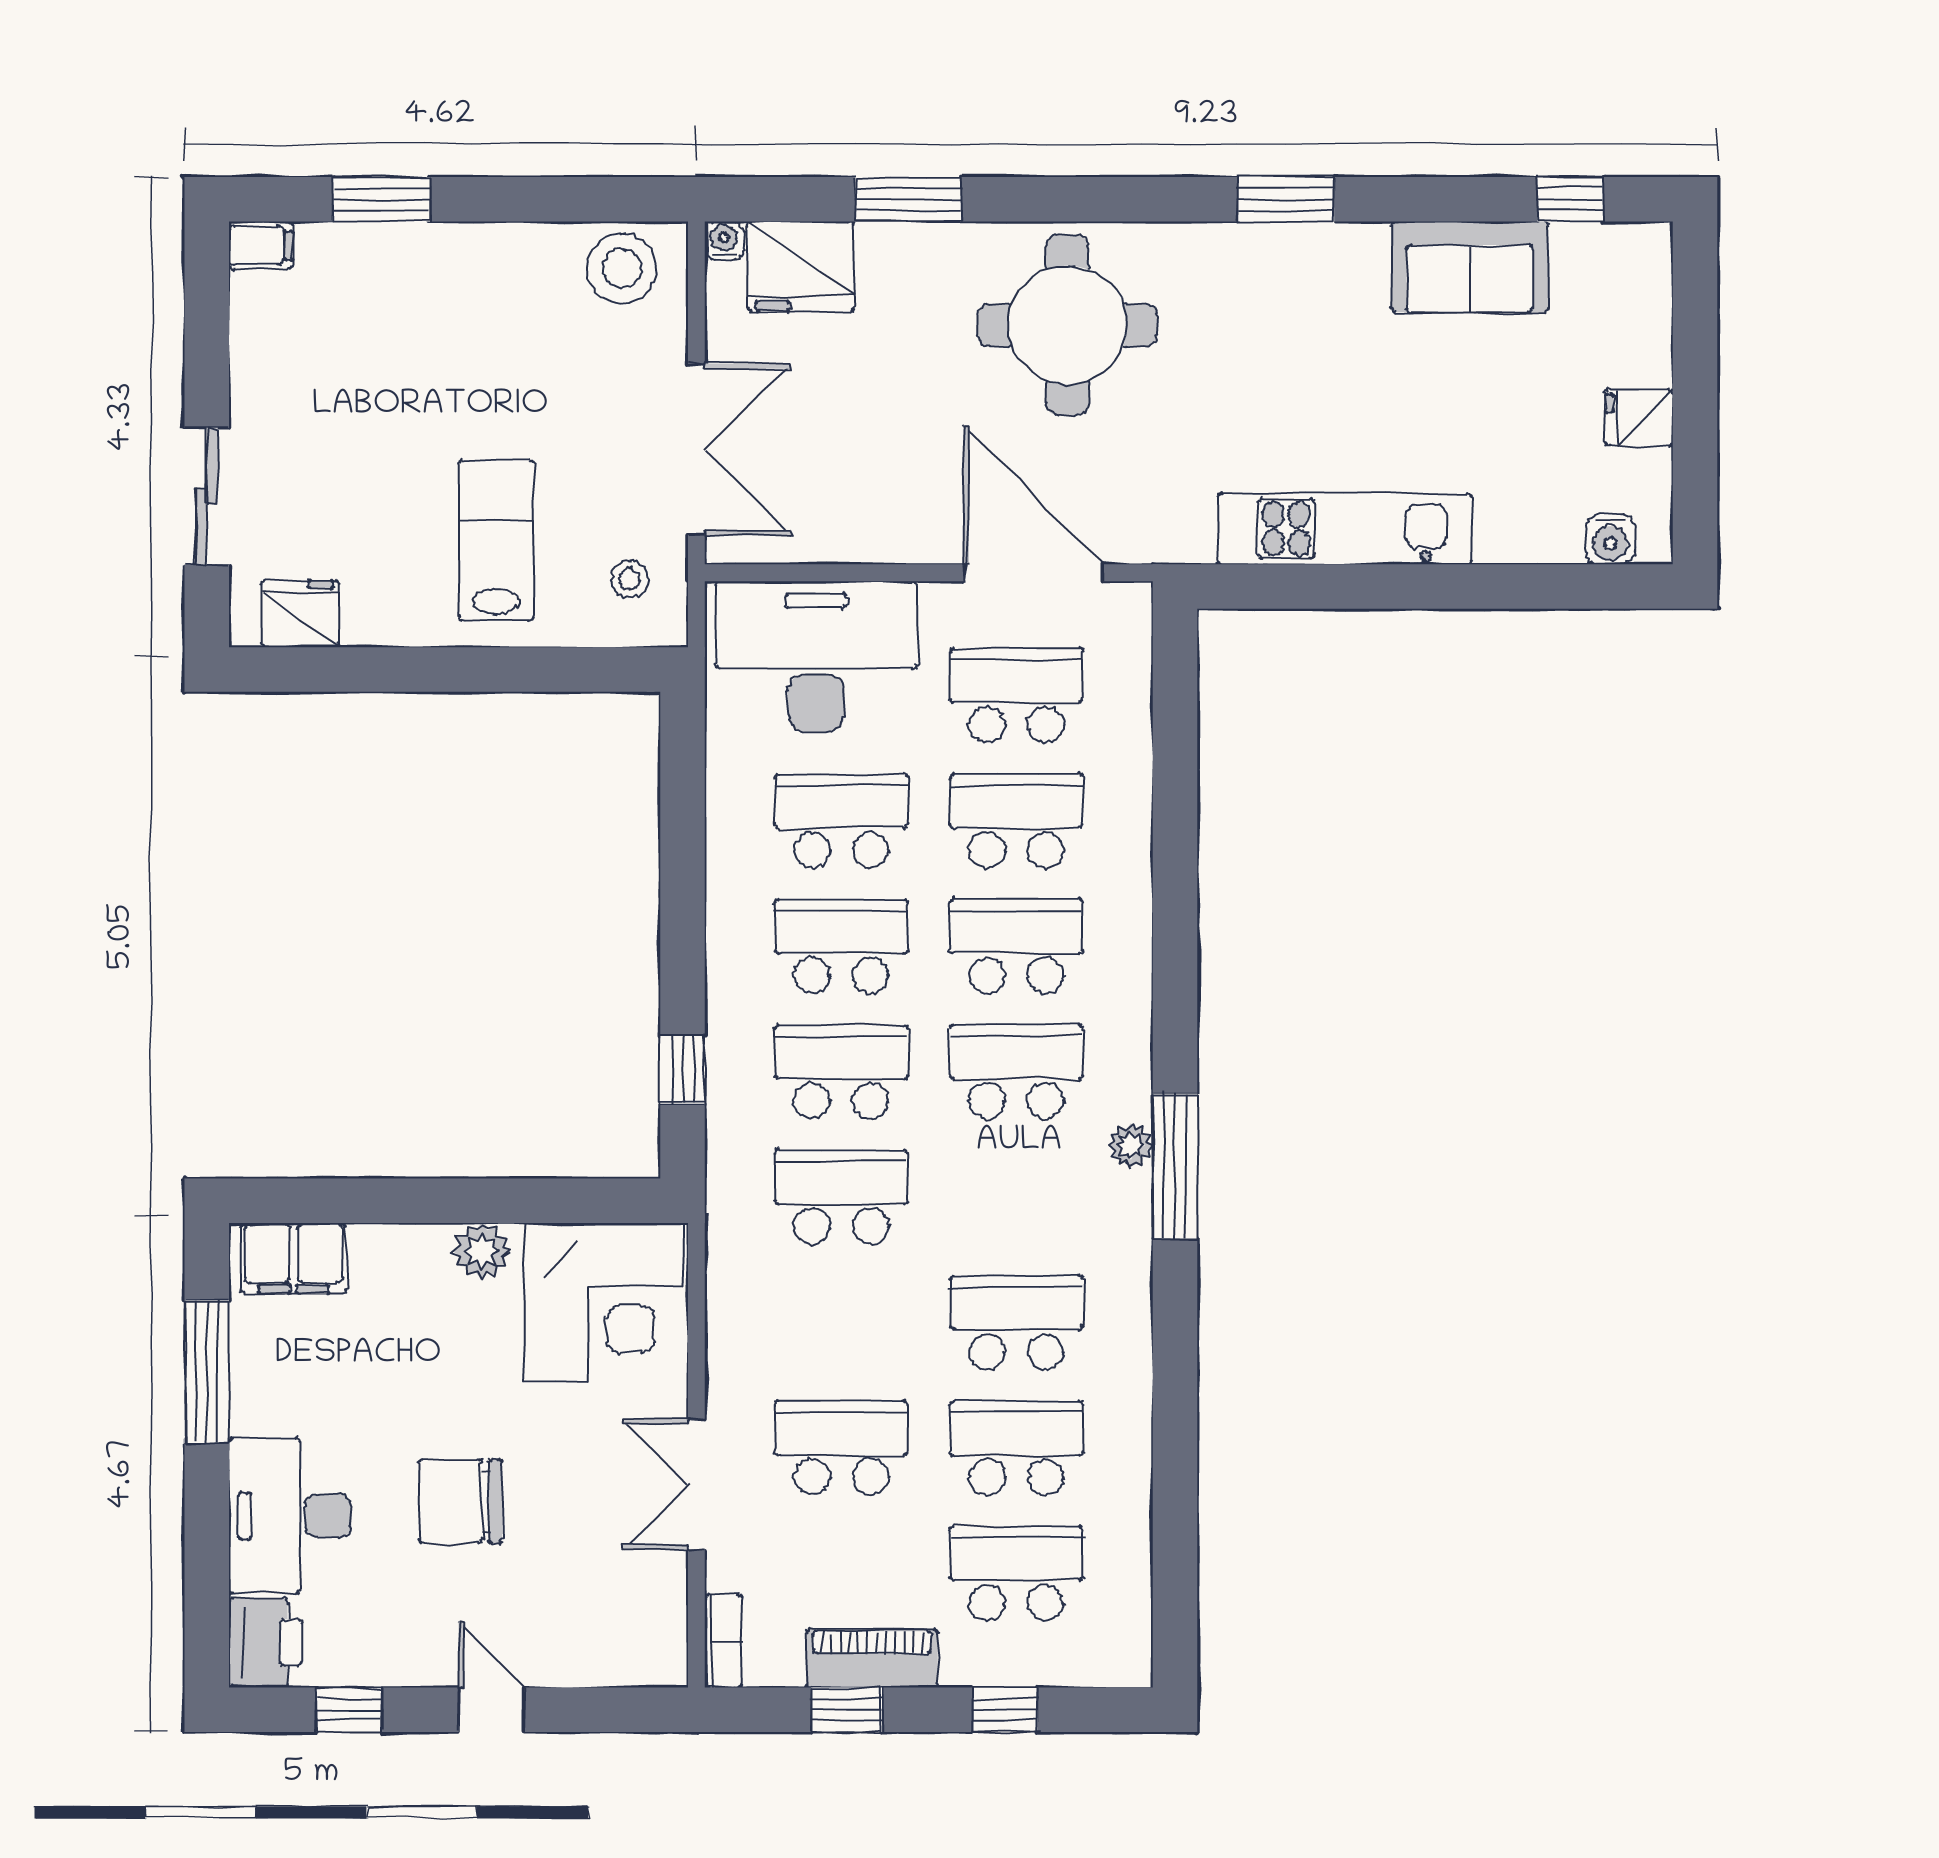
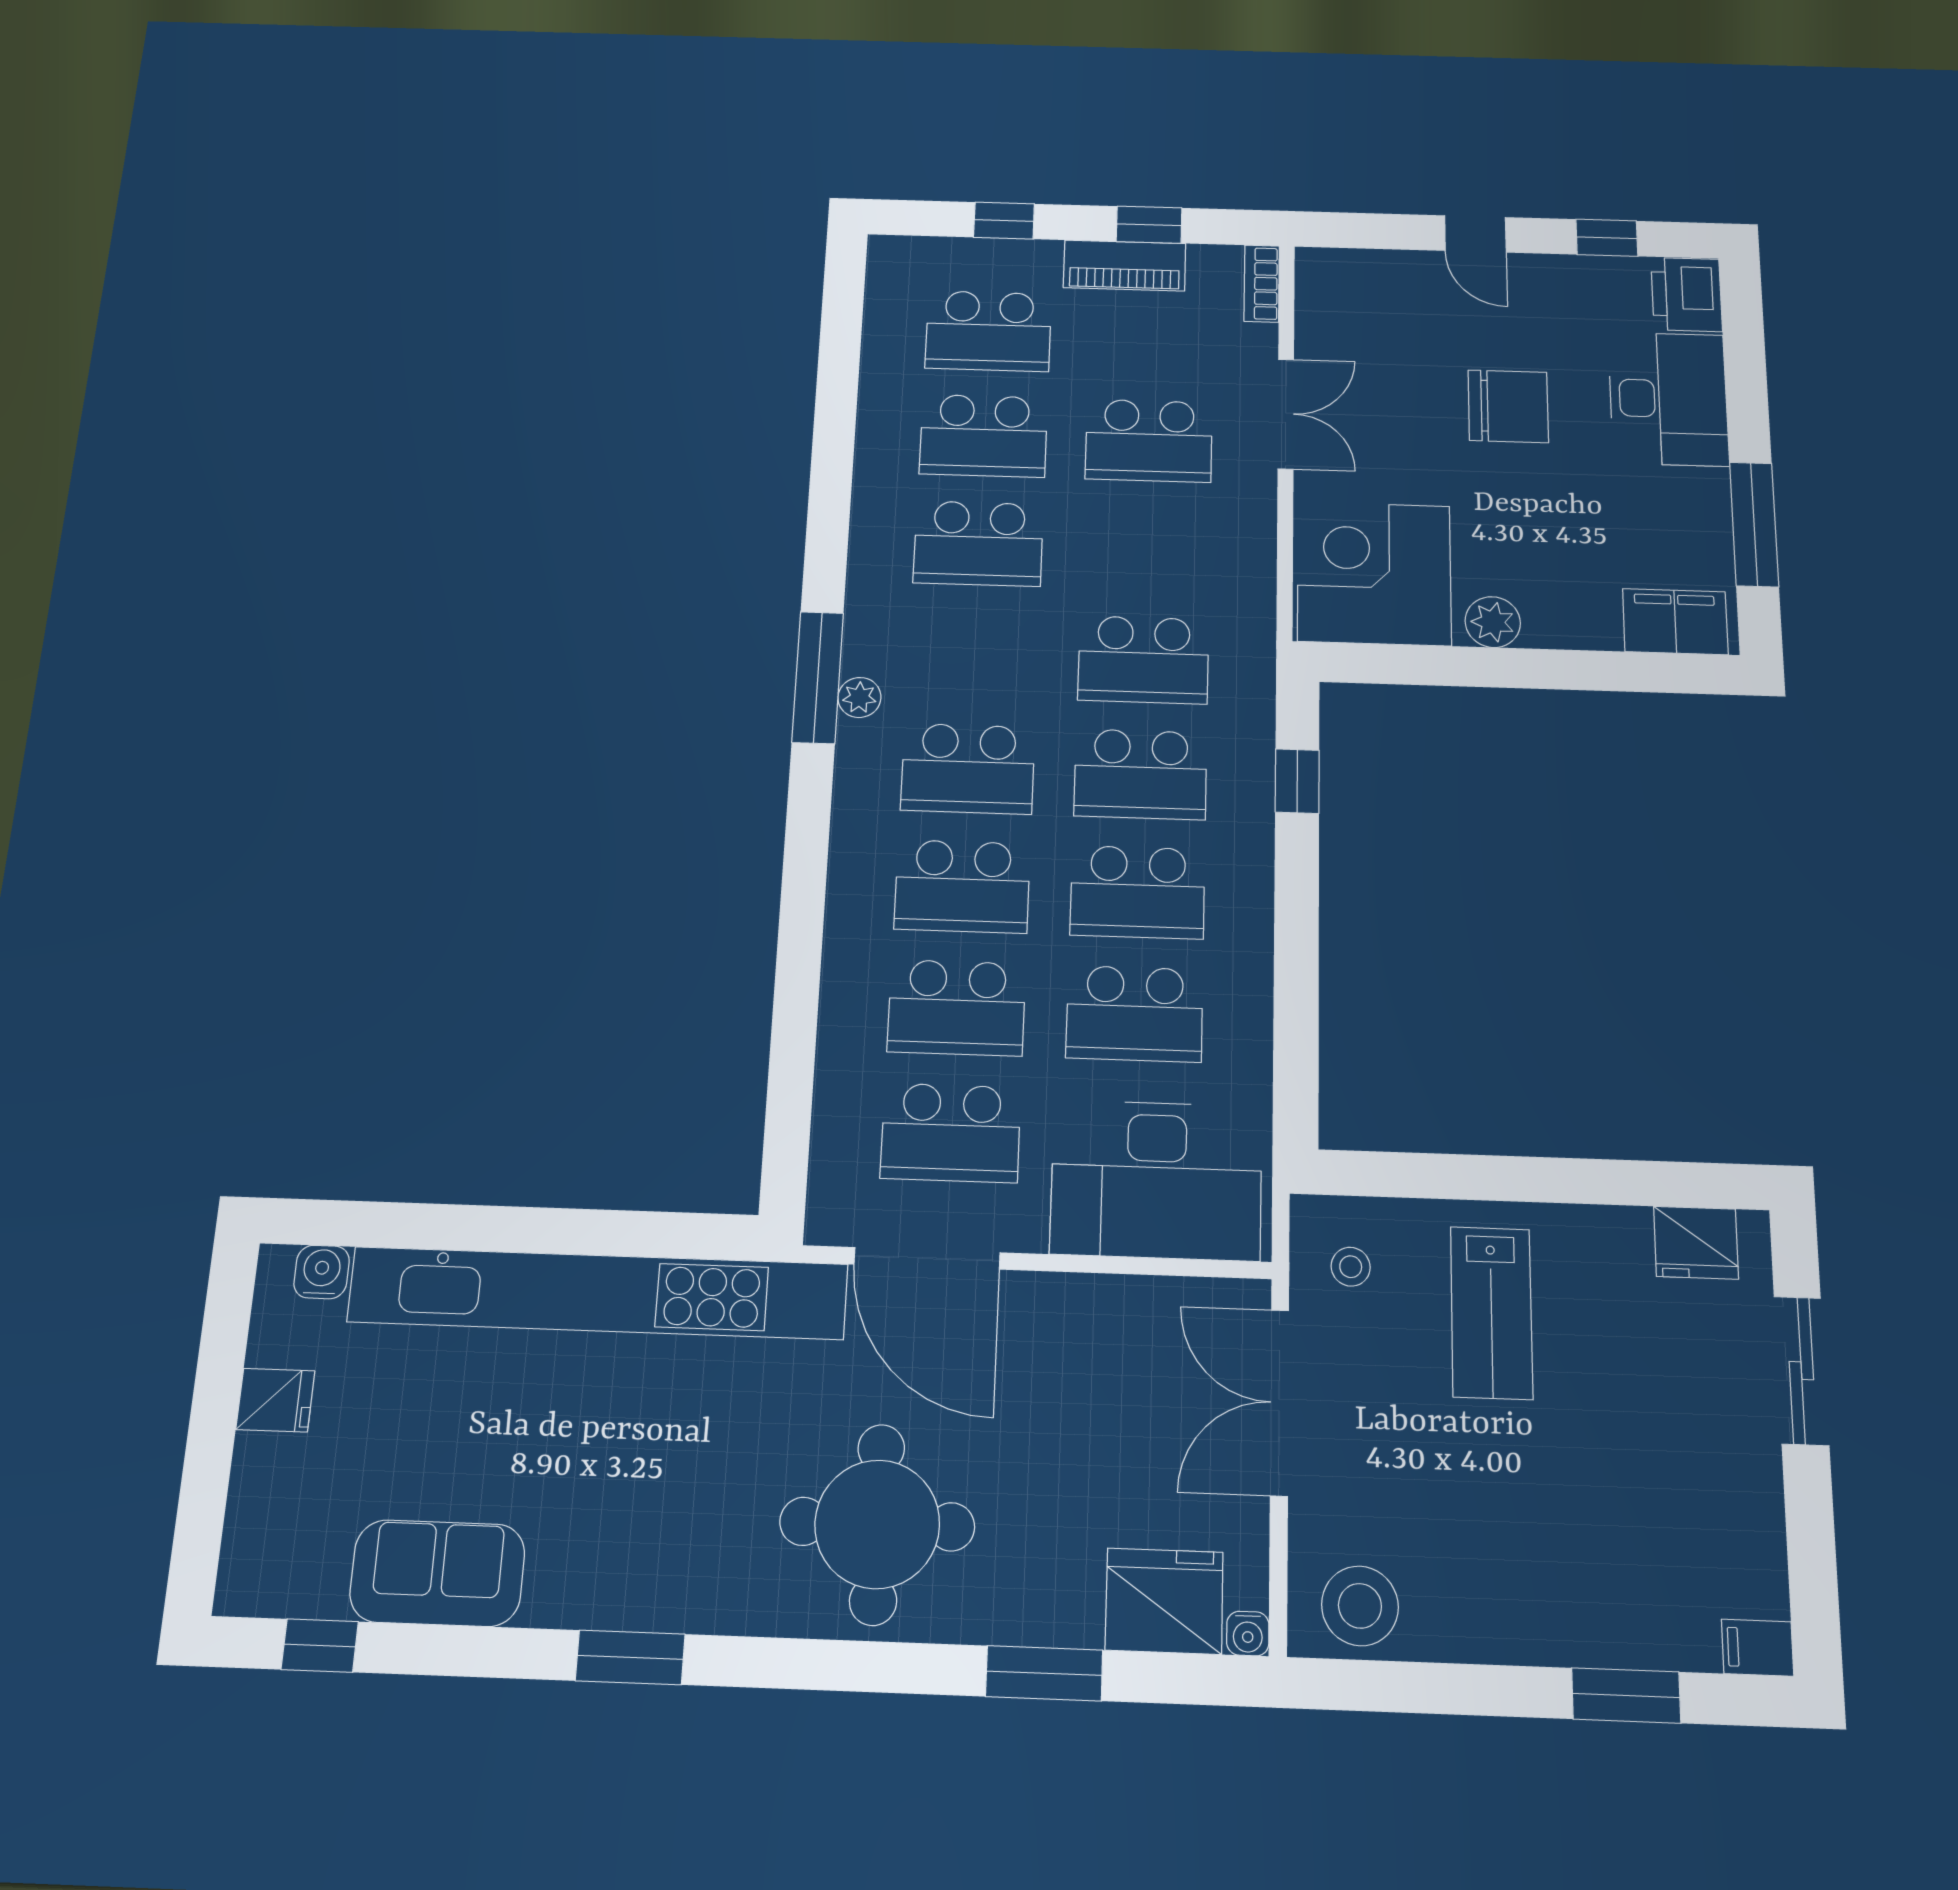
kitchen unit: (1345, 529) -> (598, 1293), width x1.86

